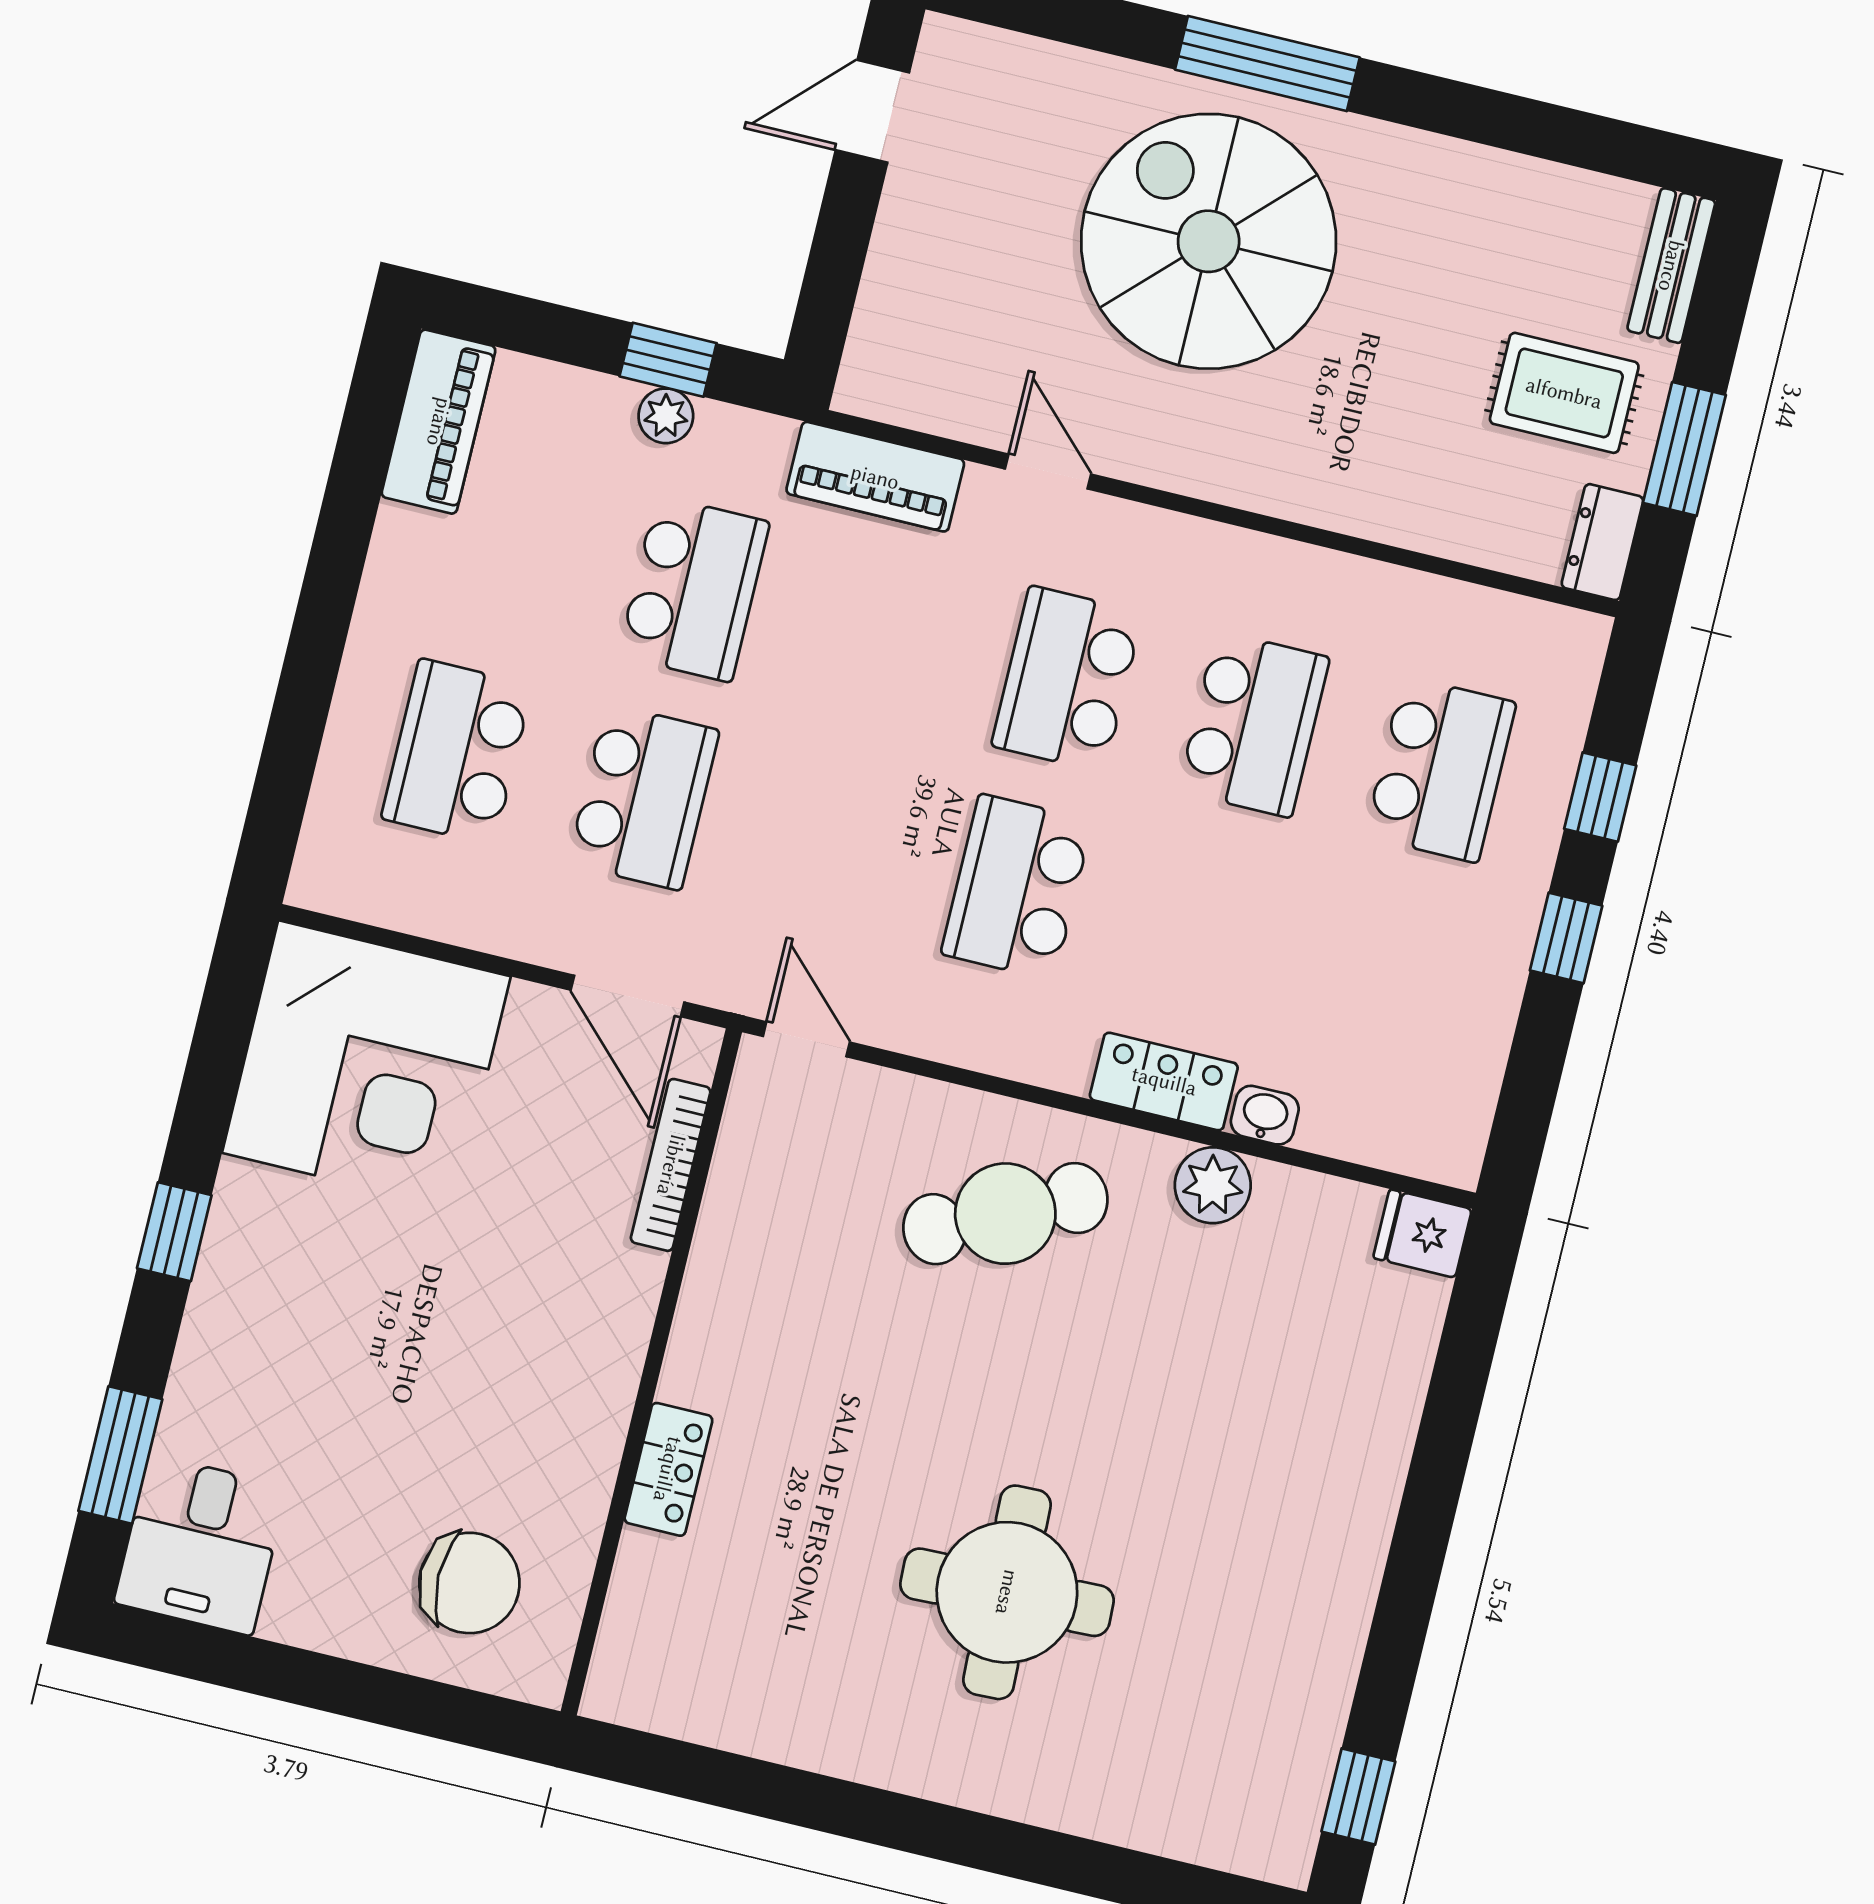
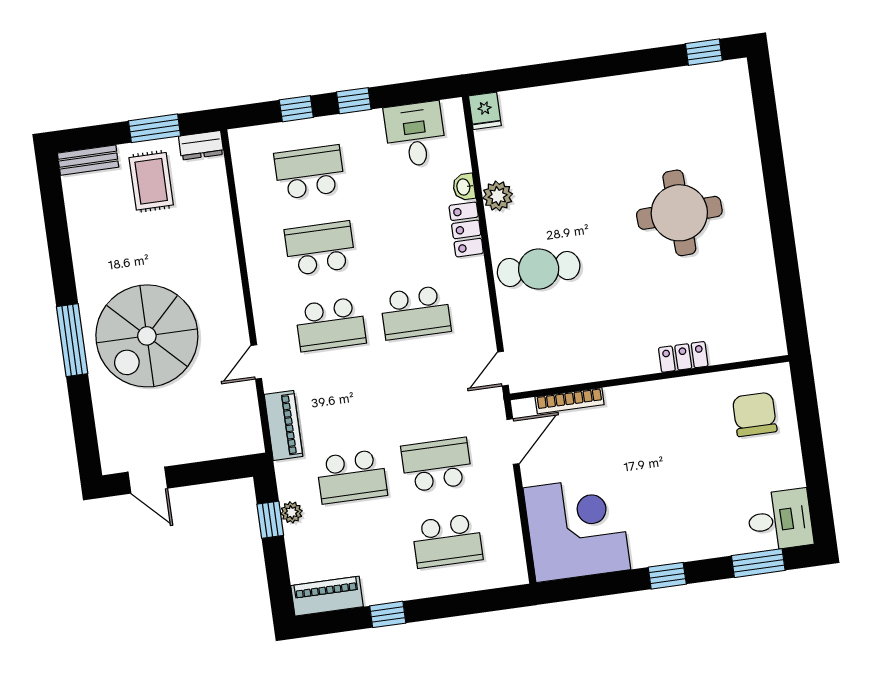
window: (340, 546) -> (388, 614), added
school desk: (694, 589) -> (352, 477), turned 180
desk: (1431, 1050) -> (415, 134), added
cafe table: (1005, 1214) -> (539, 269), turned -63

